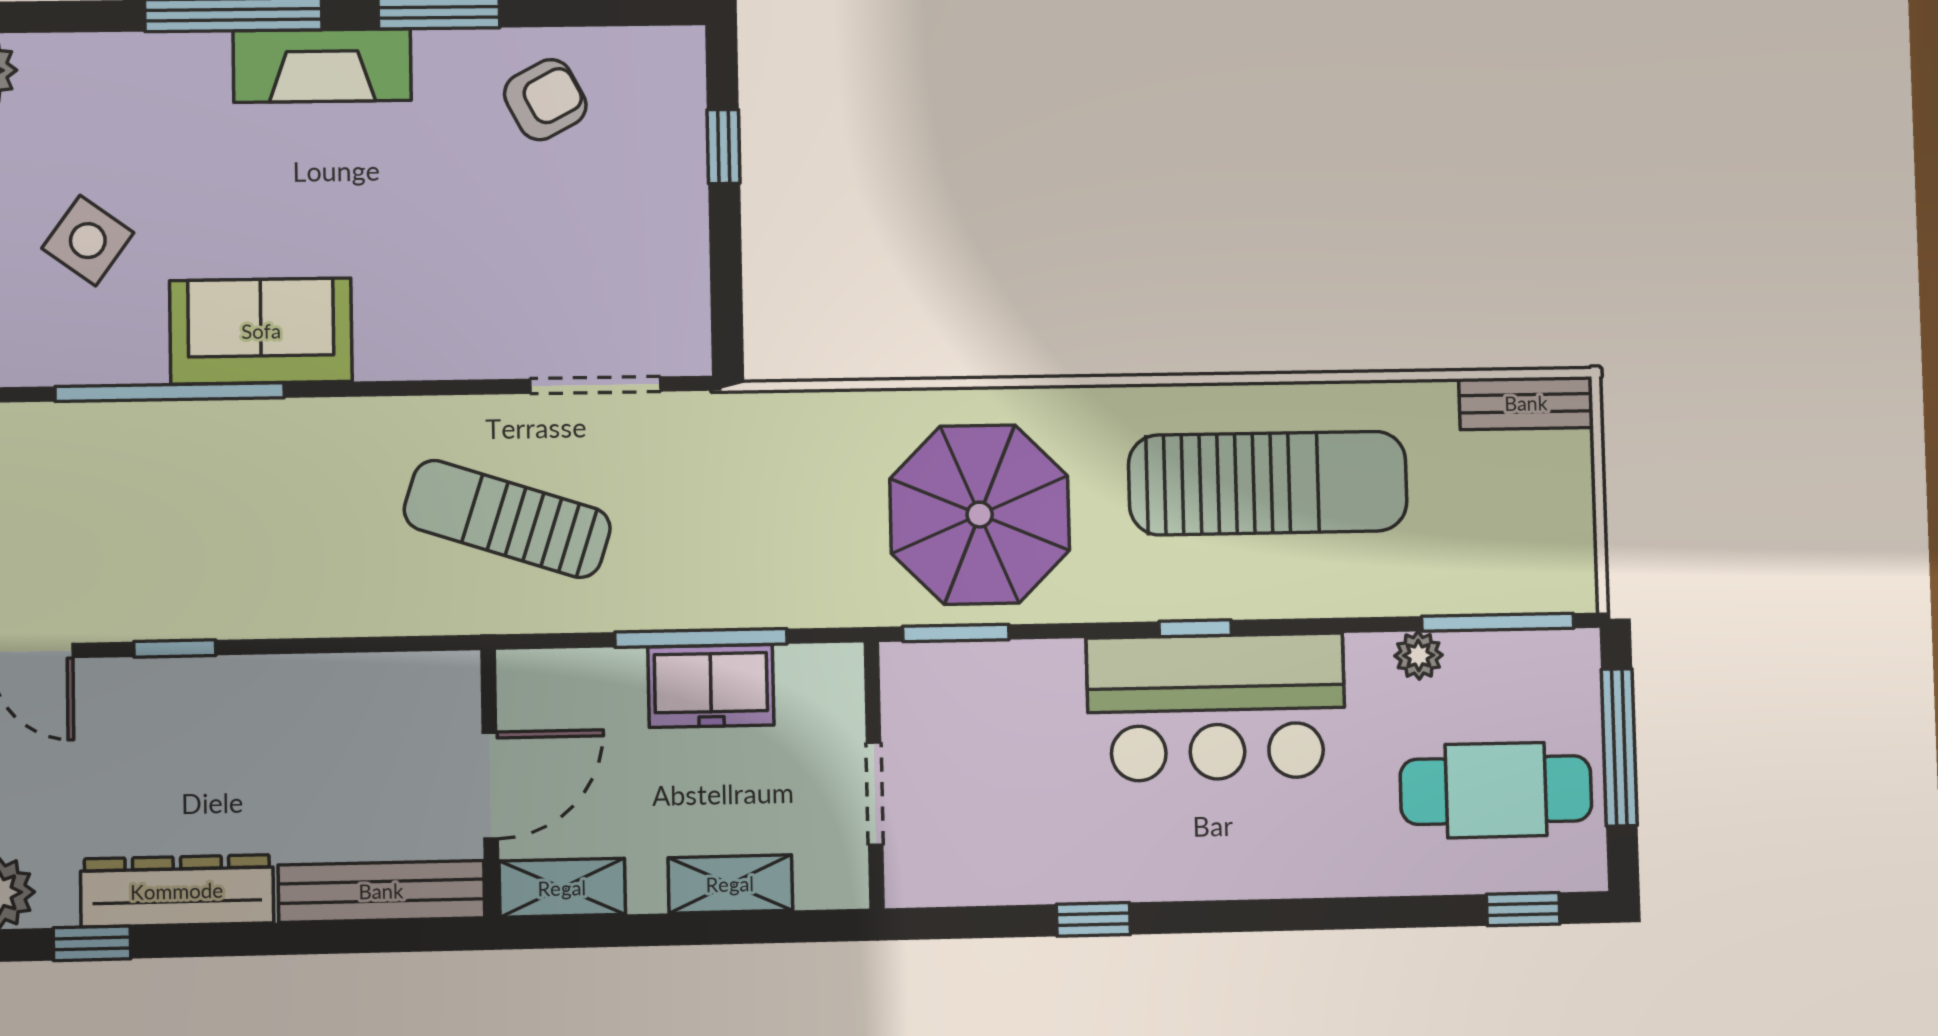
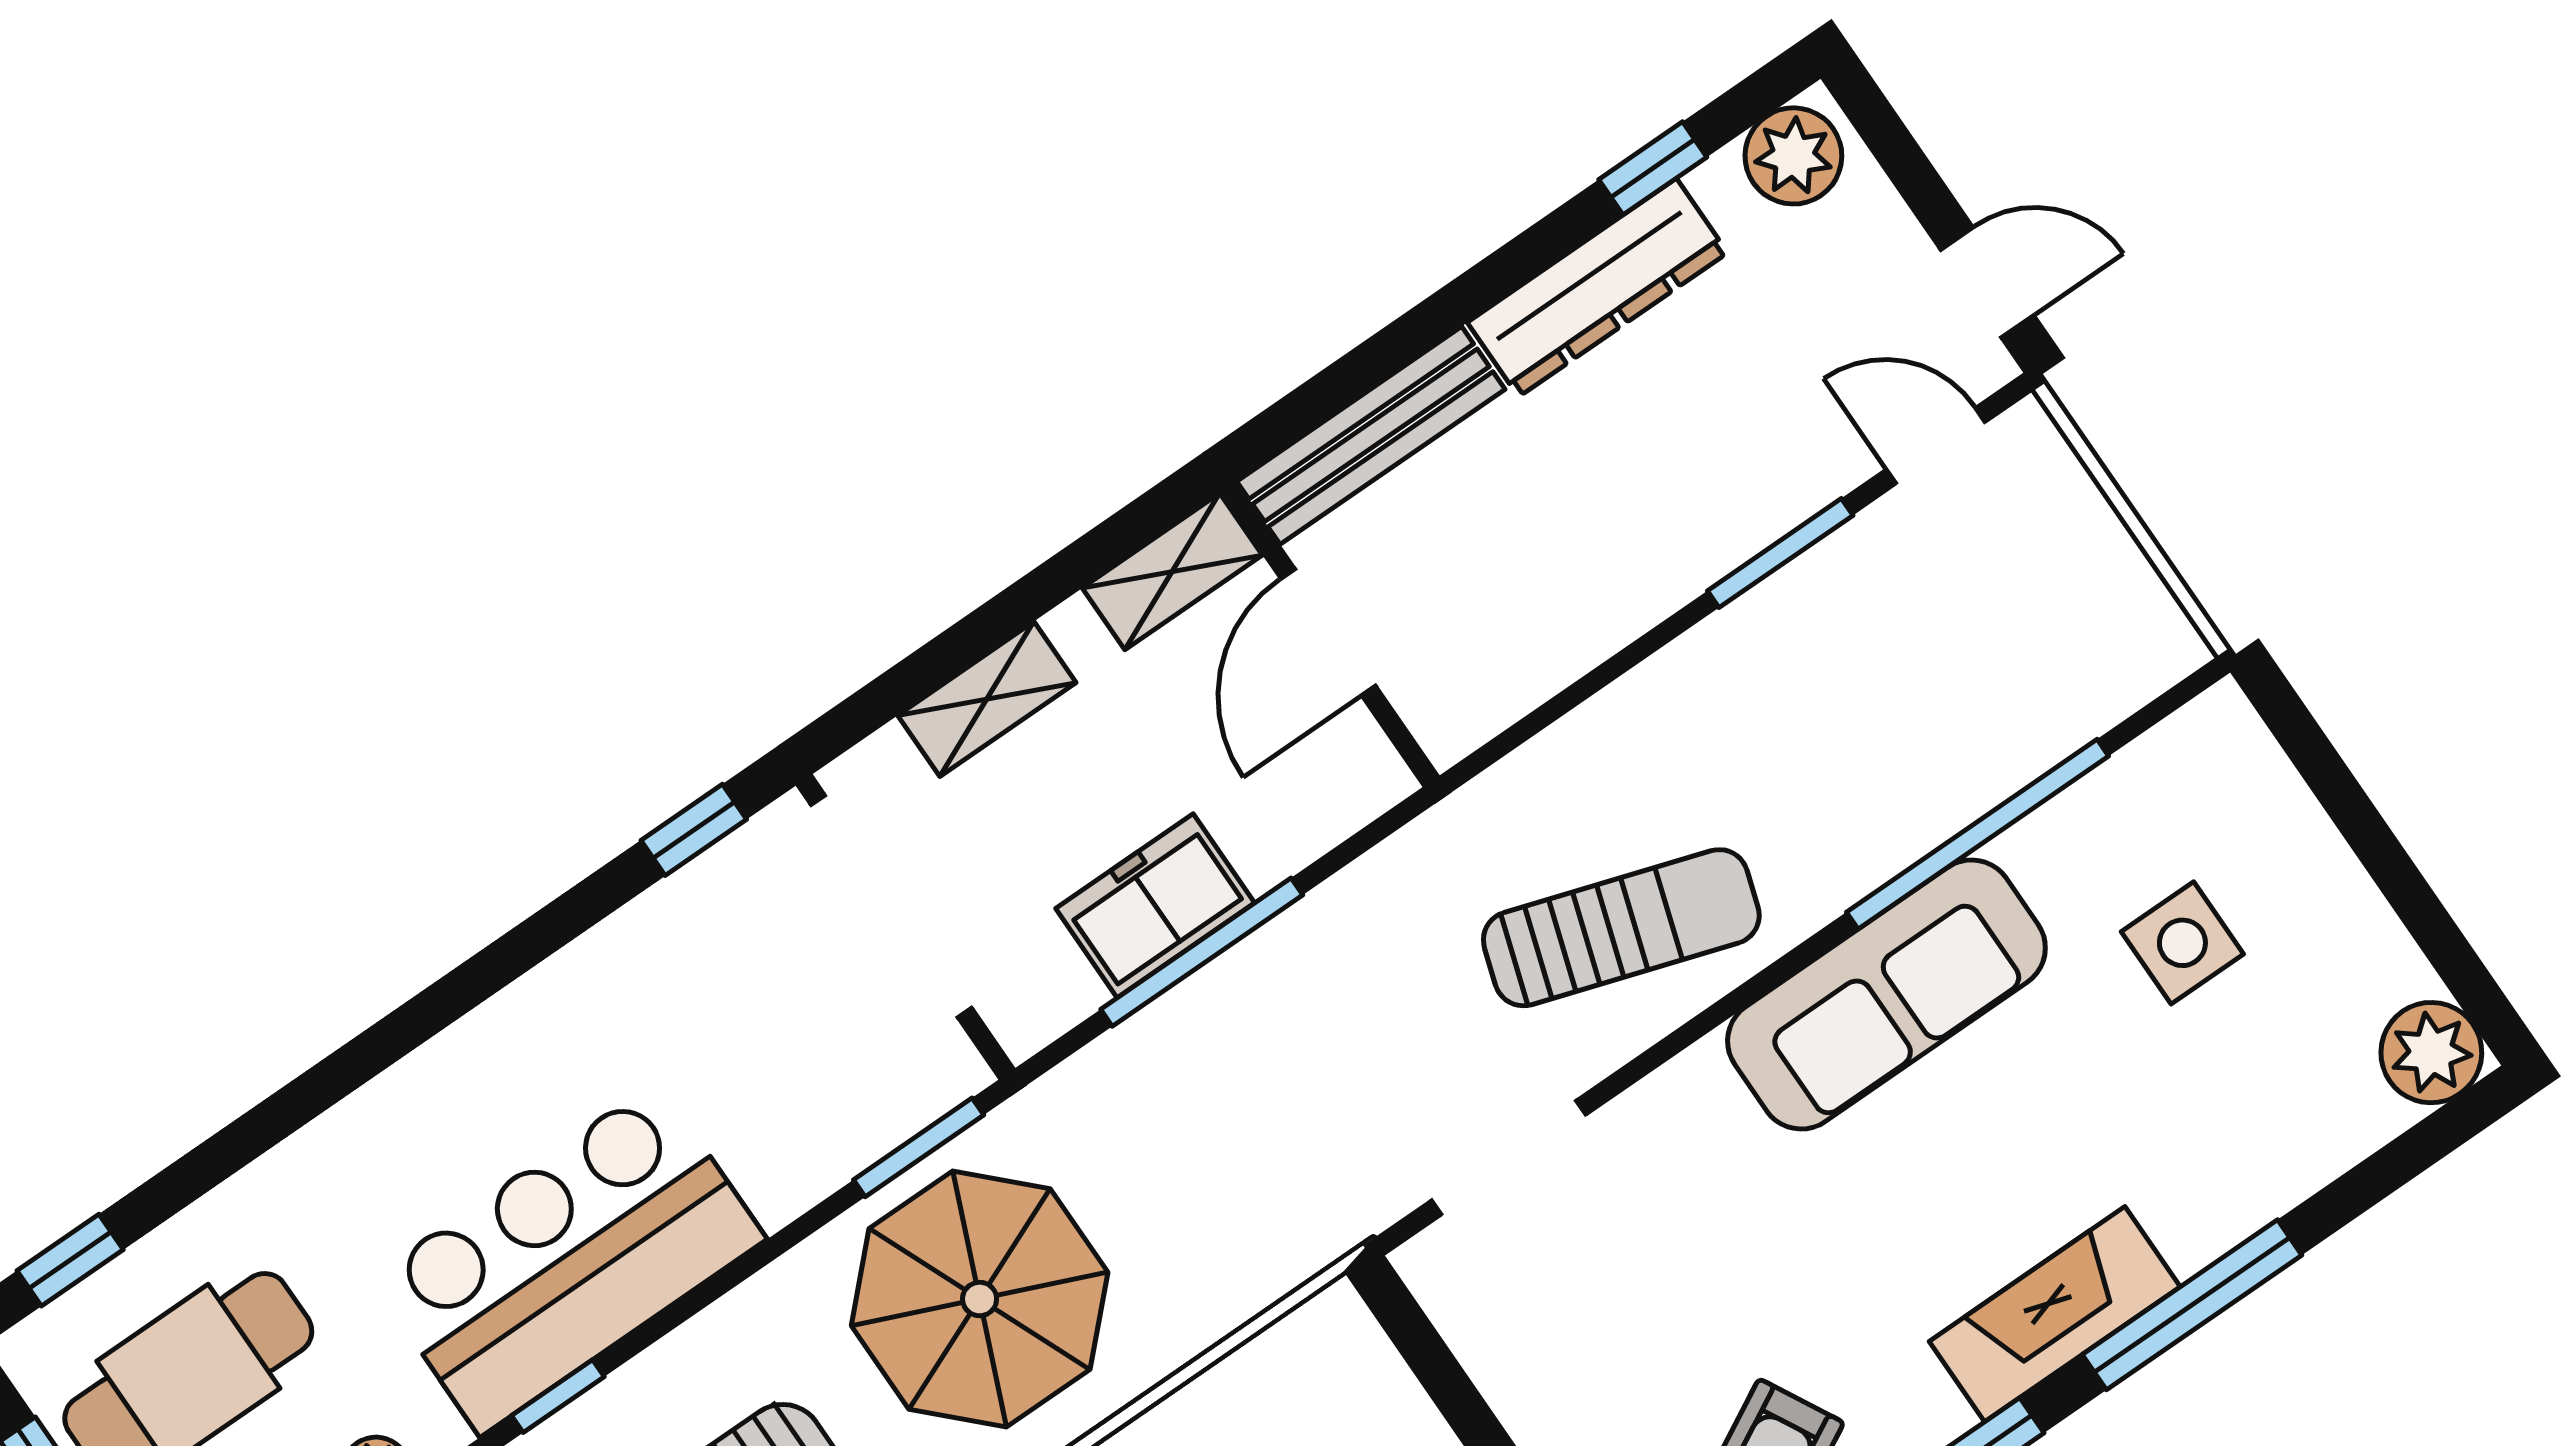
side table: (88, 241) -> (2182, 943), turned -36
sofa: (261, 331) -> (1886, 995), width x1.36
sun lounger: (507, 519) -> (1621, 928), moved
window: (1195, 628) -> (558, 1396), moved
window: (175, 648) -> (1780, 553), width x1.50
doorway: (875, 794) -> (891, 906), width x1.88
window: (1093, 919) -> (694, 830), moved

